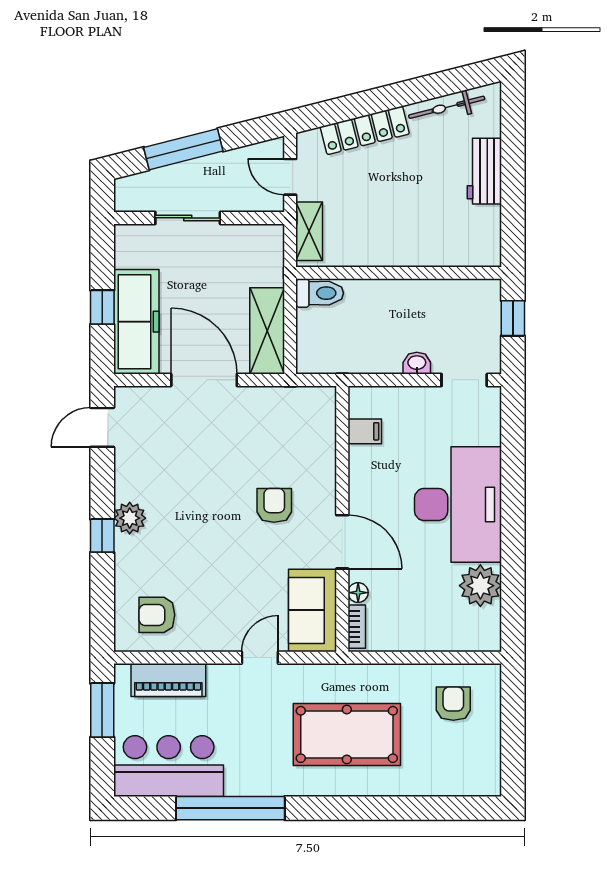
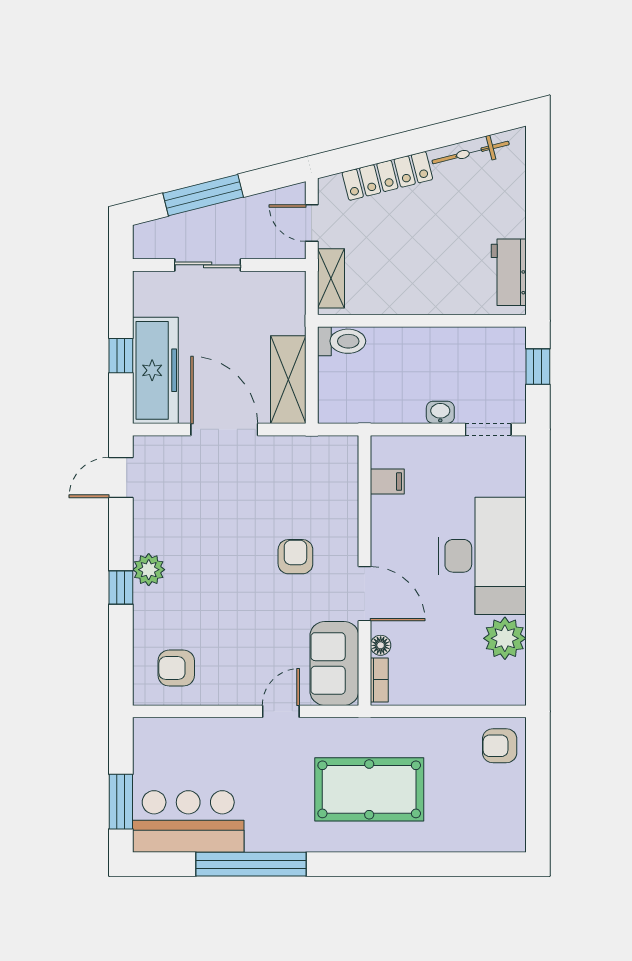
workbench: (484, 171) -> (509, 272), moved
piano: (168, 680) -> (188, 734), removed
armchair: (453, 704) -> (500, 746), moved, turned -90
window: (102, 710) -> (121, 802), moved

